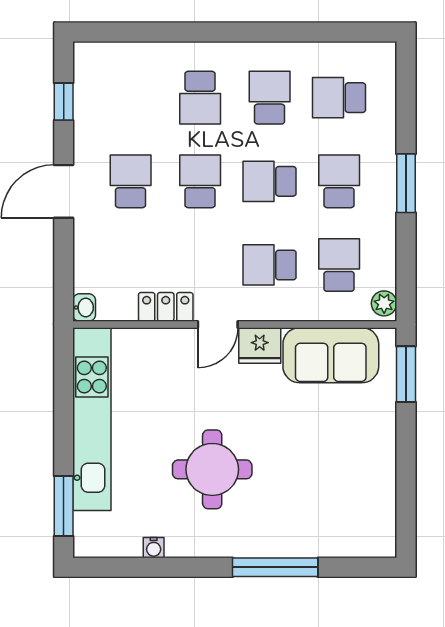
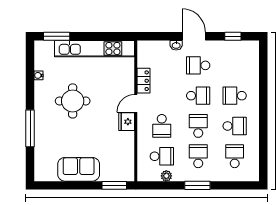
school desk: (131, 181) -> (198, 65), turned 180
school desk: (339, 181) -> (198, 156), turned -90
school desk: (270, 265) -> (162, 126), turned 180
plant: (384, 303) -> (166, 176), moved
washbasin: (84, 307) -> (176, 45), moved
door: (218, 324) -> (136, 103), hinge flipped
sofa: (331, 355) -> (79, 169), moved, turned 90

